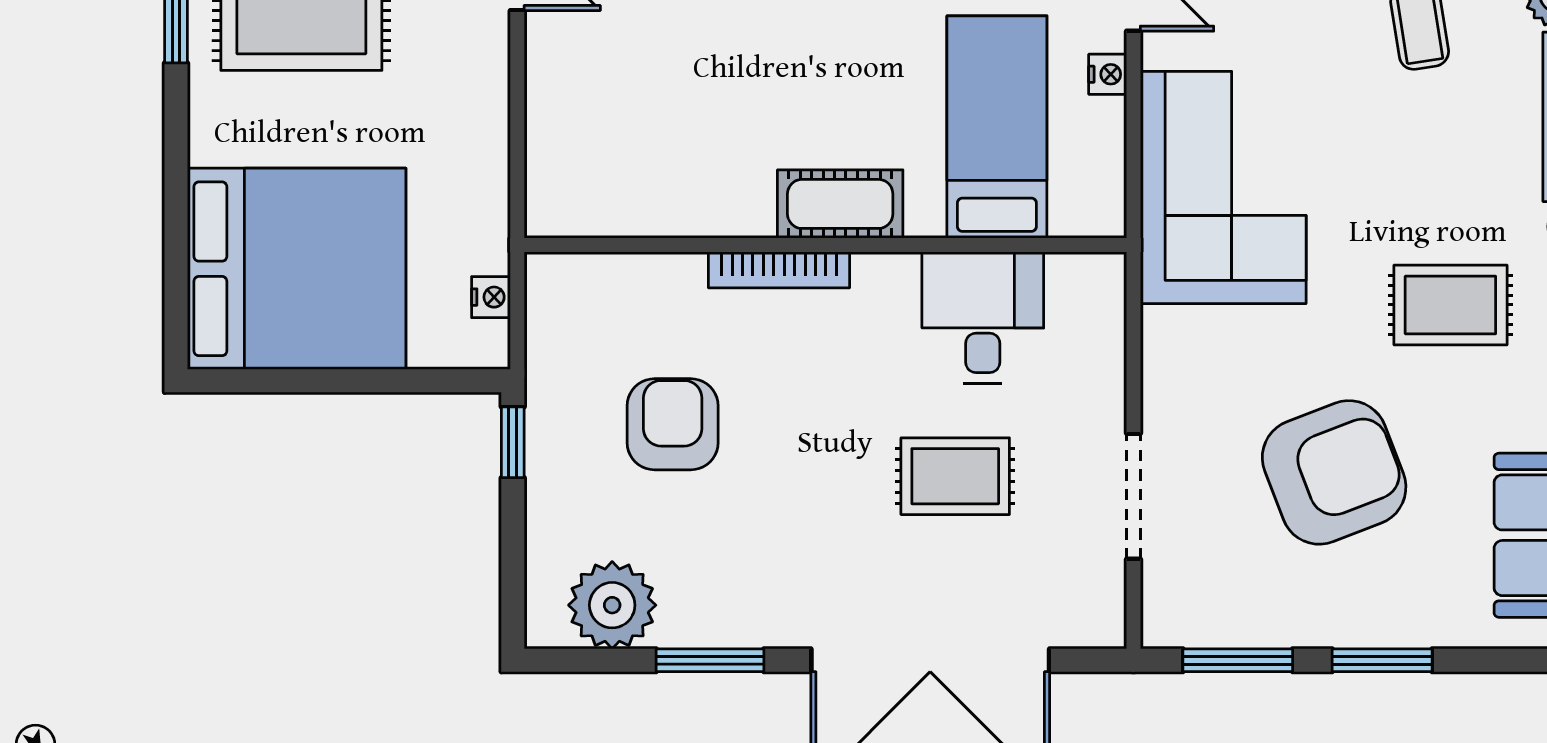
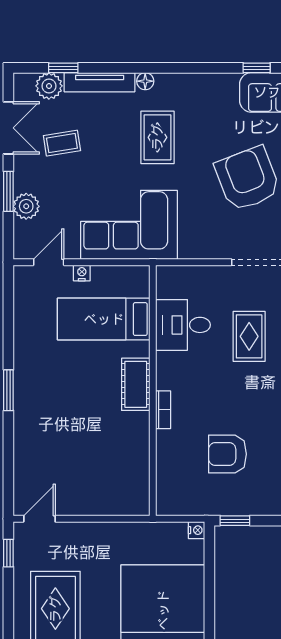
bookcase: (779, 270) -> (163, 410), width x0.64
nightstand: (491, 297) -> (197, 530), moved, turned 90
rug: (1450, 305) -> (157, 137), moved

